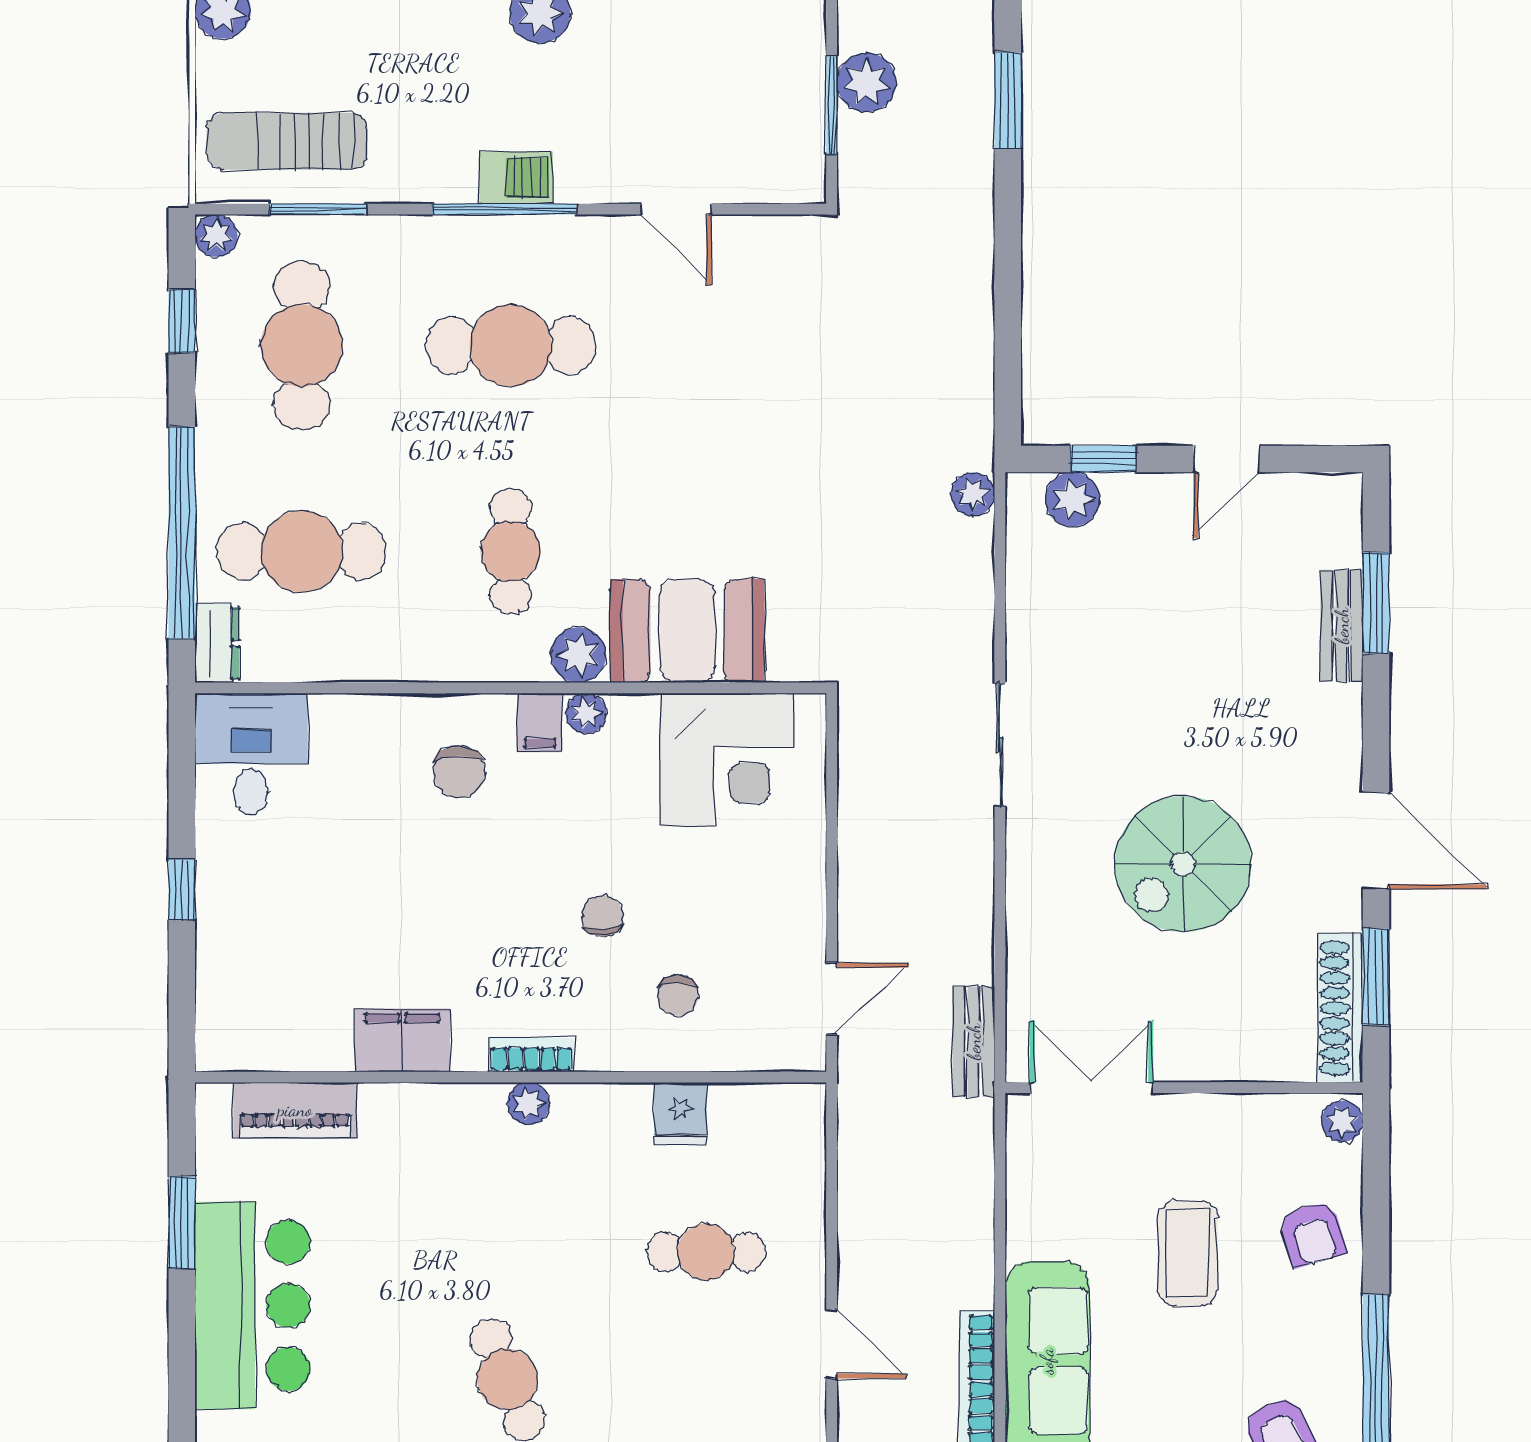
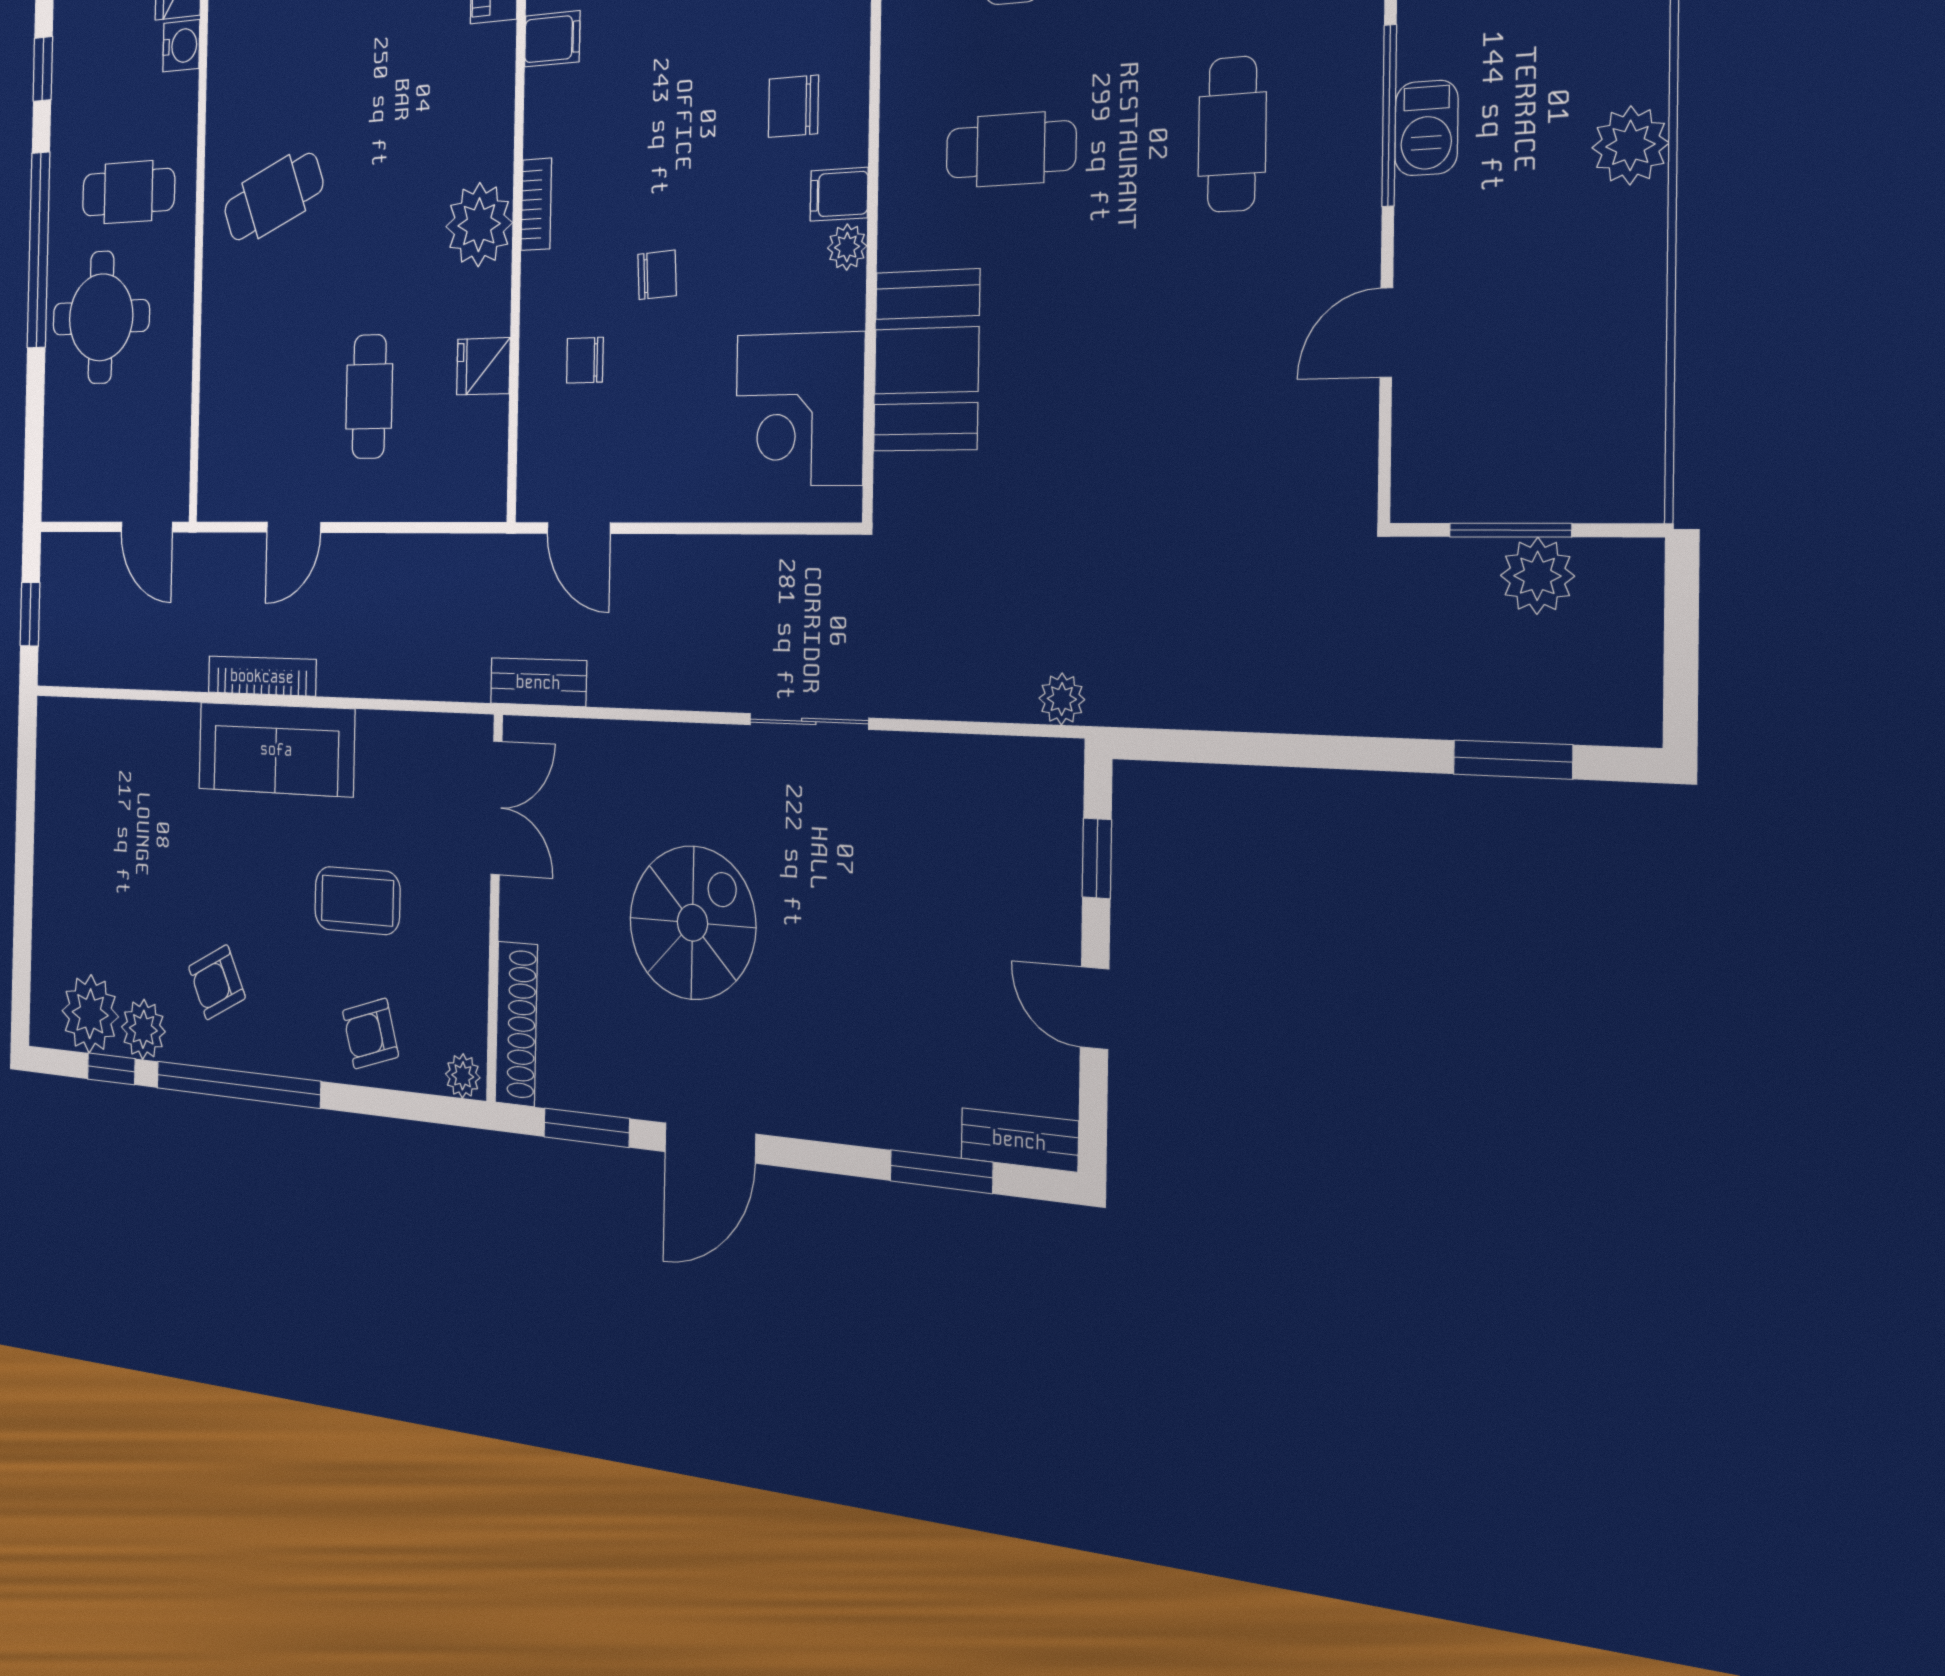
cafe table: (511, 345) -> (1232, 134), width x0.73, depth x0.74
plant: (1072, 499) -> (1054, 819), removed
bench: (1342, 626) -> (1019, 1140), moved
plant: (578, 655) -> (905, 235), removed
spiral stairs: (1183, 864) -> (692, 923), turned 90
shoe rack: (1340, 1008) -> (516, 1024), moved, turned 90
filing cabinet: (402, 1040) -> (552, 39), width x0.50
plant: (529, 1104) -> (479, 225), width x1.88, depth x1.88

